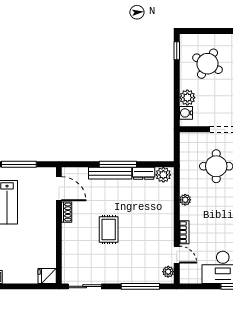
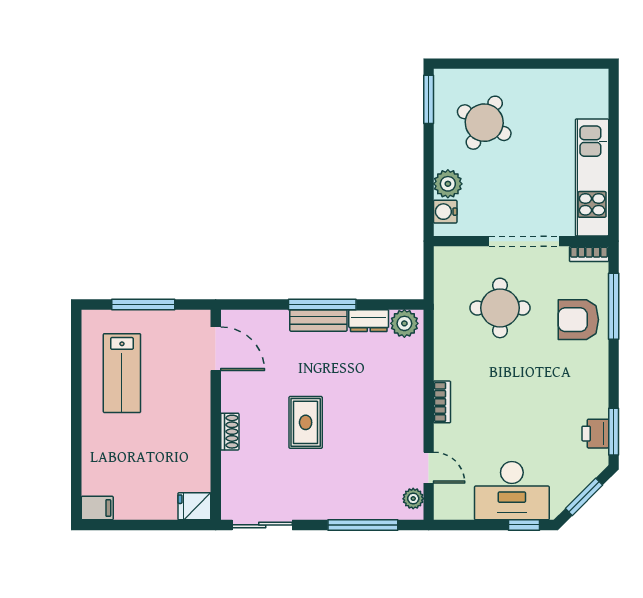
window: (177, 51) -> (429, 99), width x1.50
bench: (110, 173) -> (318, 320), width x0.73
plant: (185, 200) -> (444, 369), removed
shoe rack: (67, 212) -> (230, 432), moved
bookcase: (184, 232) -> (442, 402), moved

